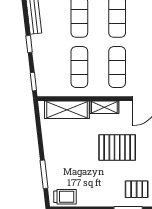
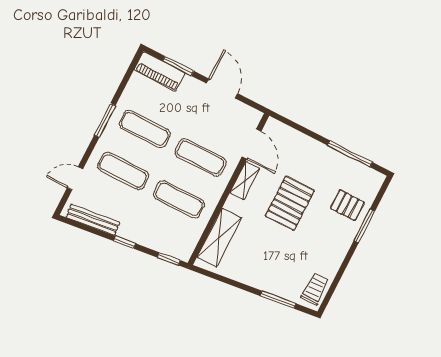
shelving: (104, 107) -> (245, 181), moved
pallet: (137, 189) -> (347, 205), turned 90

